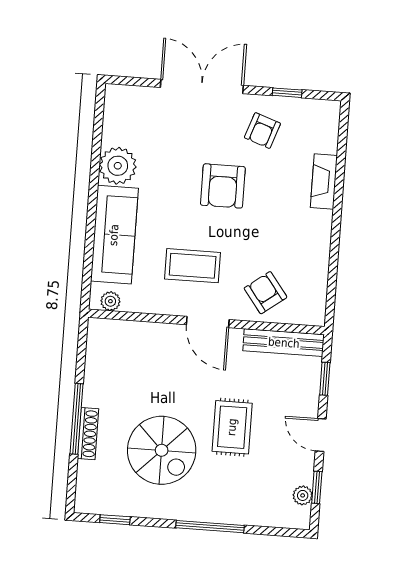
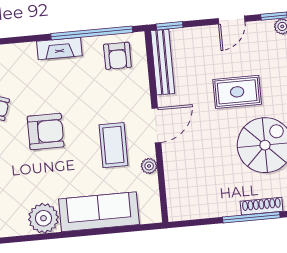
fireplace: (324, 182) -> (59, 49), moved
window: (333, 262) -> (92, 33), added
armchair: (265, 293) -> (117, 56), moved, turned -53
plant: (110, 301) -> (149, 166), moved
window: (325, 379) -> (169, 26), moved

